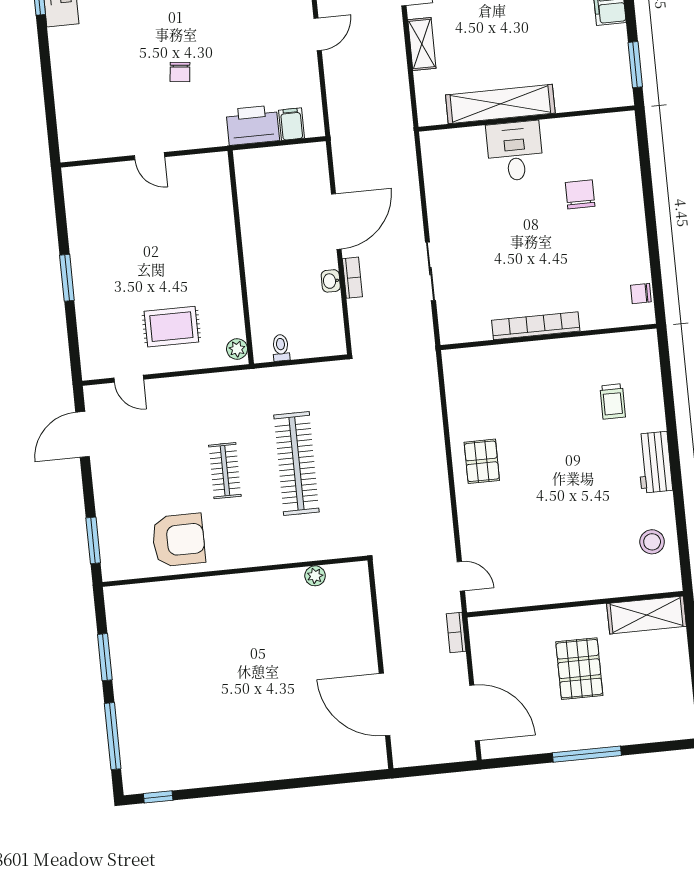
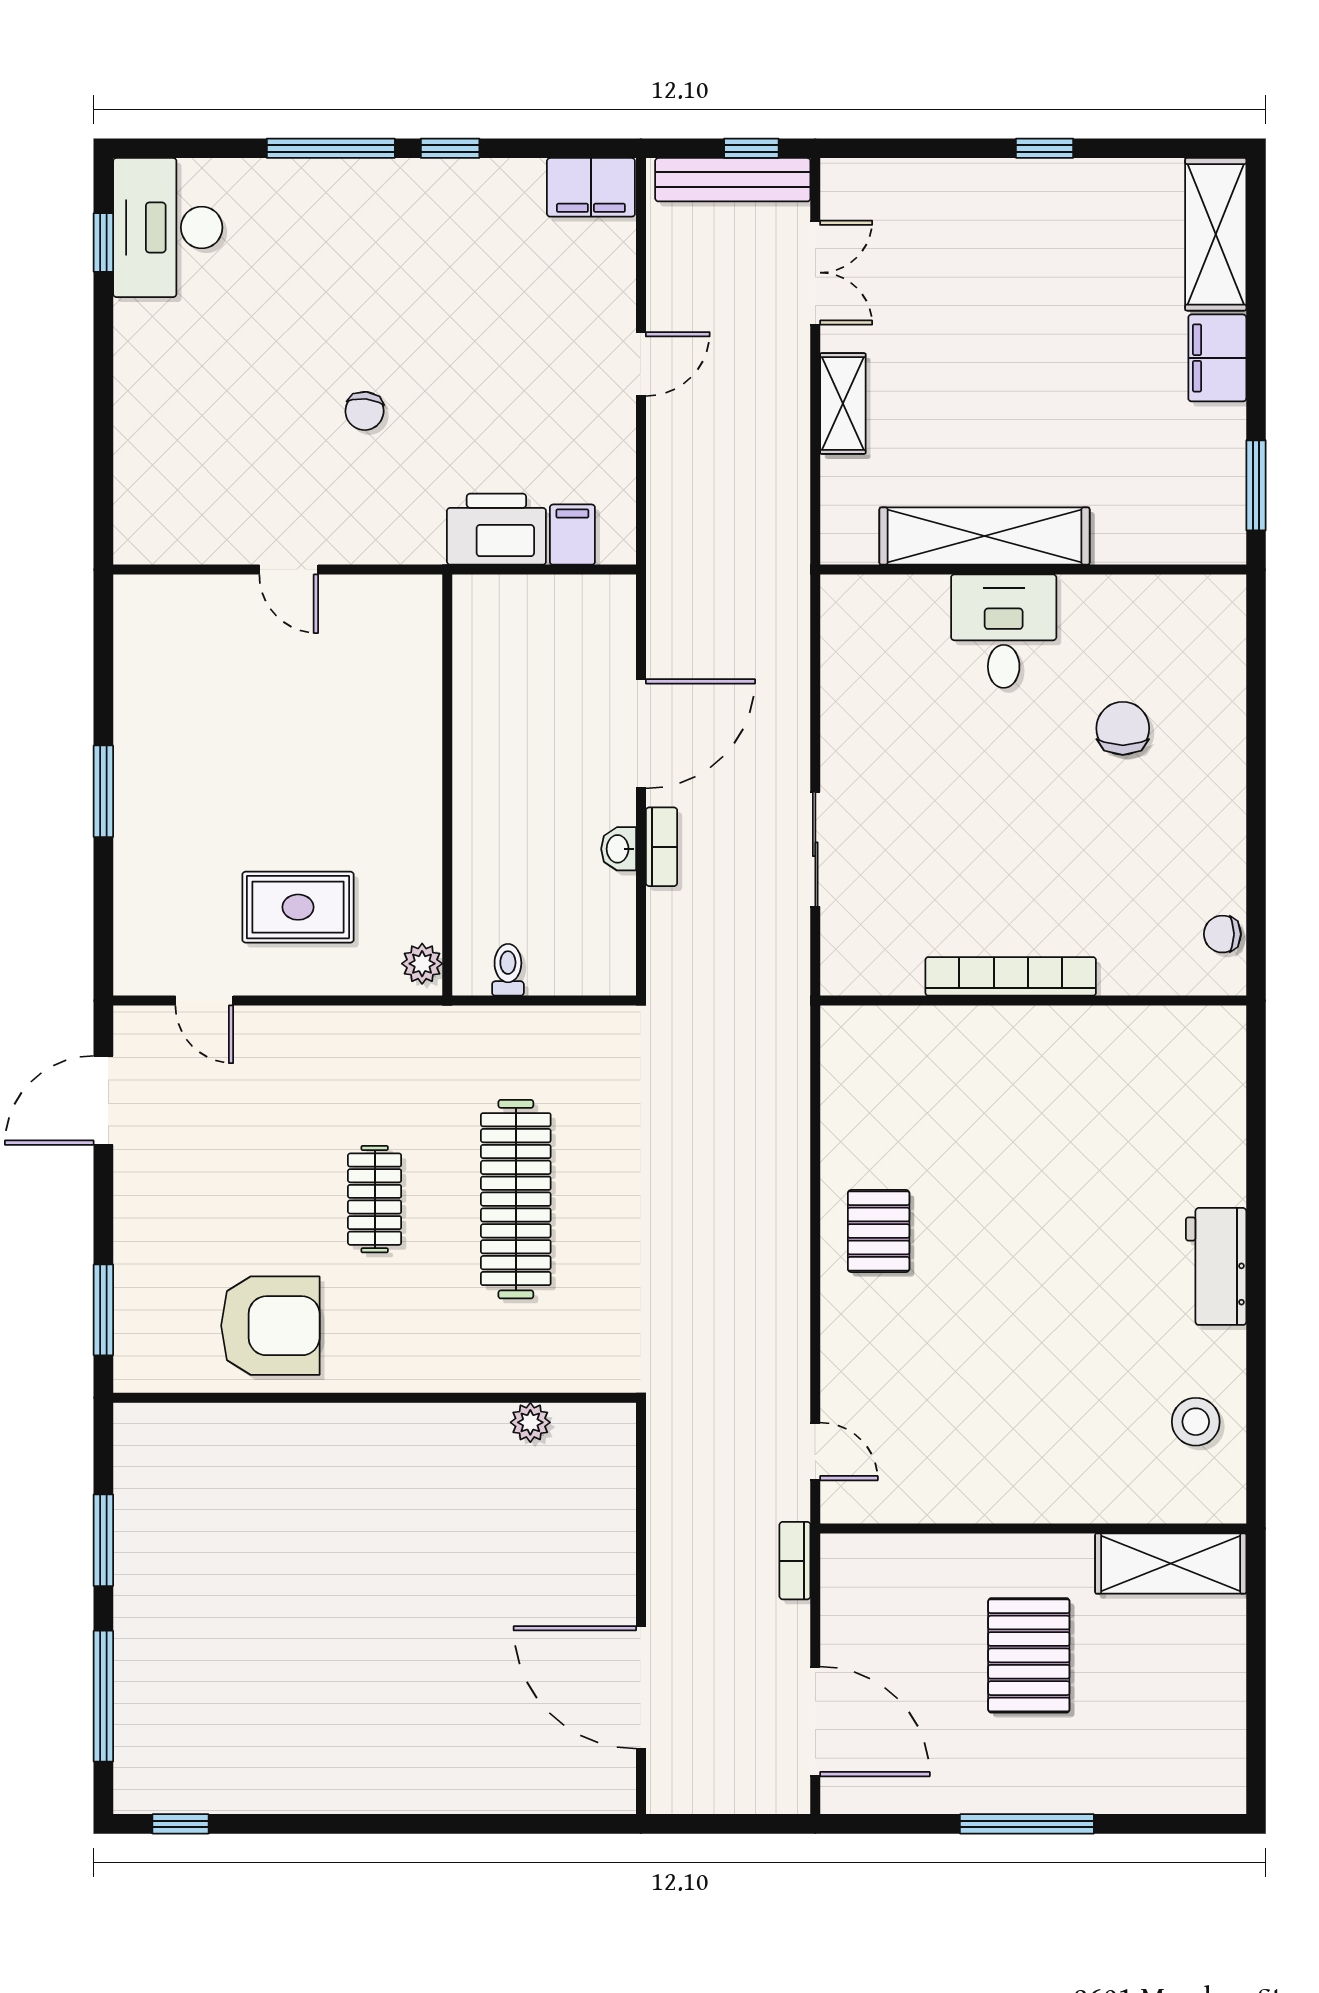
trolley: (613, 401) -> (1146, 1139), removed

